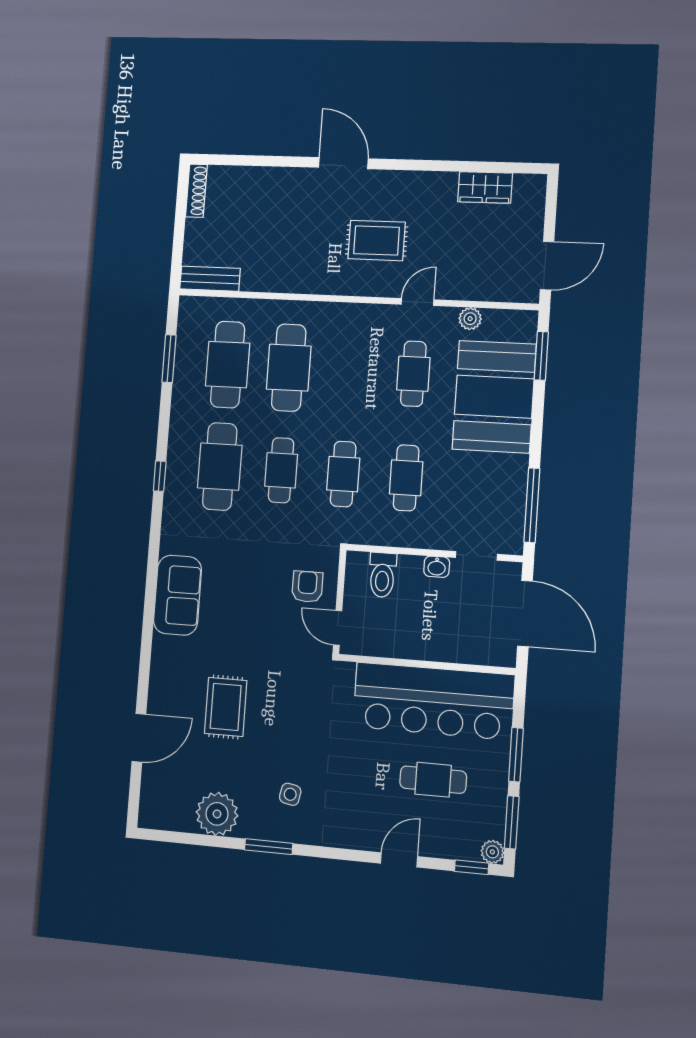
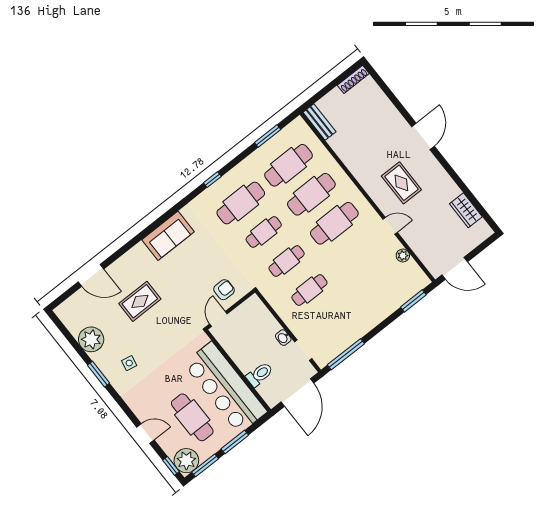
cafe table: (413, 374) -> (334, 223), moved, width x1.37, depth x1.35
booth: (494, 397) -> (378, 296), removed
toilet: (382, 575) -> (260, 374), moved, turned 180
cafe table: (433, 780) -> (192, 417), width x1.37, depth x1.35
plant: (492, 852) -> (186, 461), width x1.88, depth x1.88

